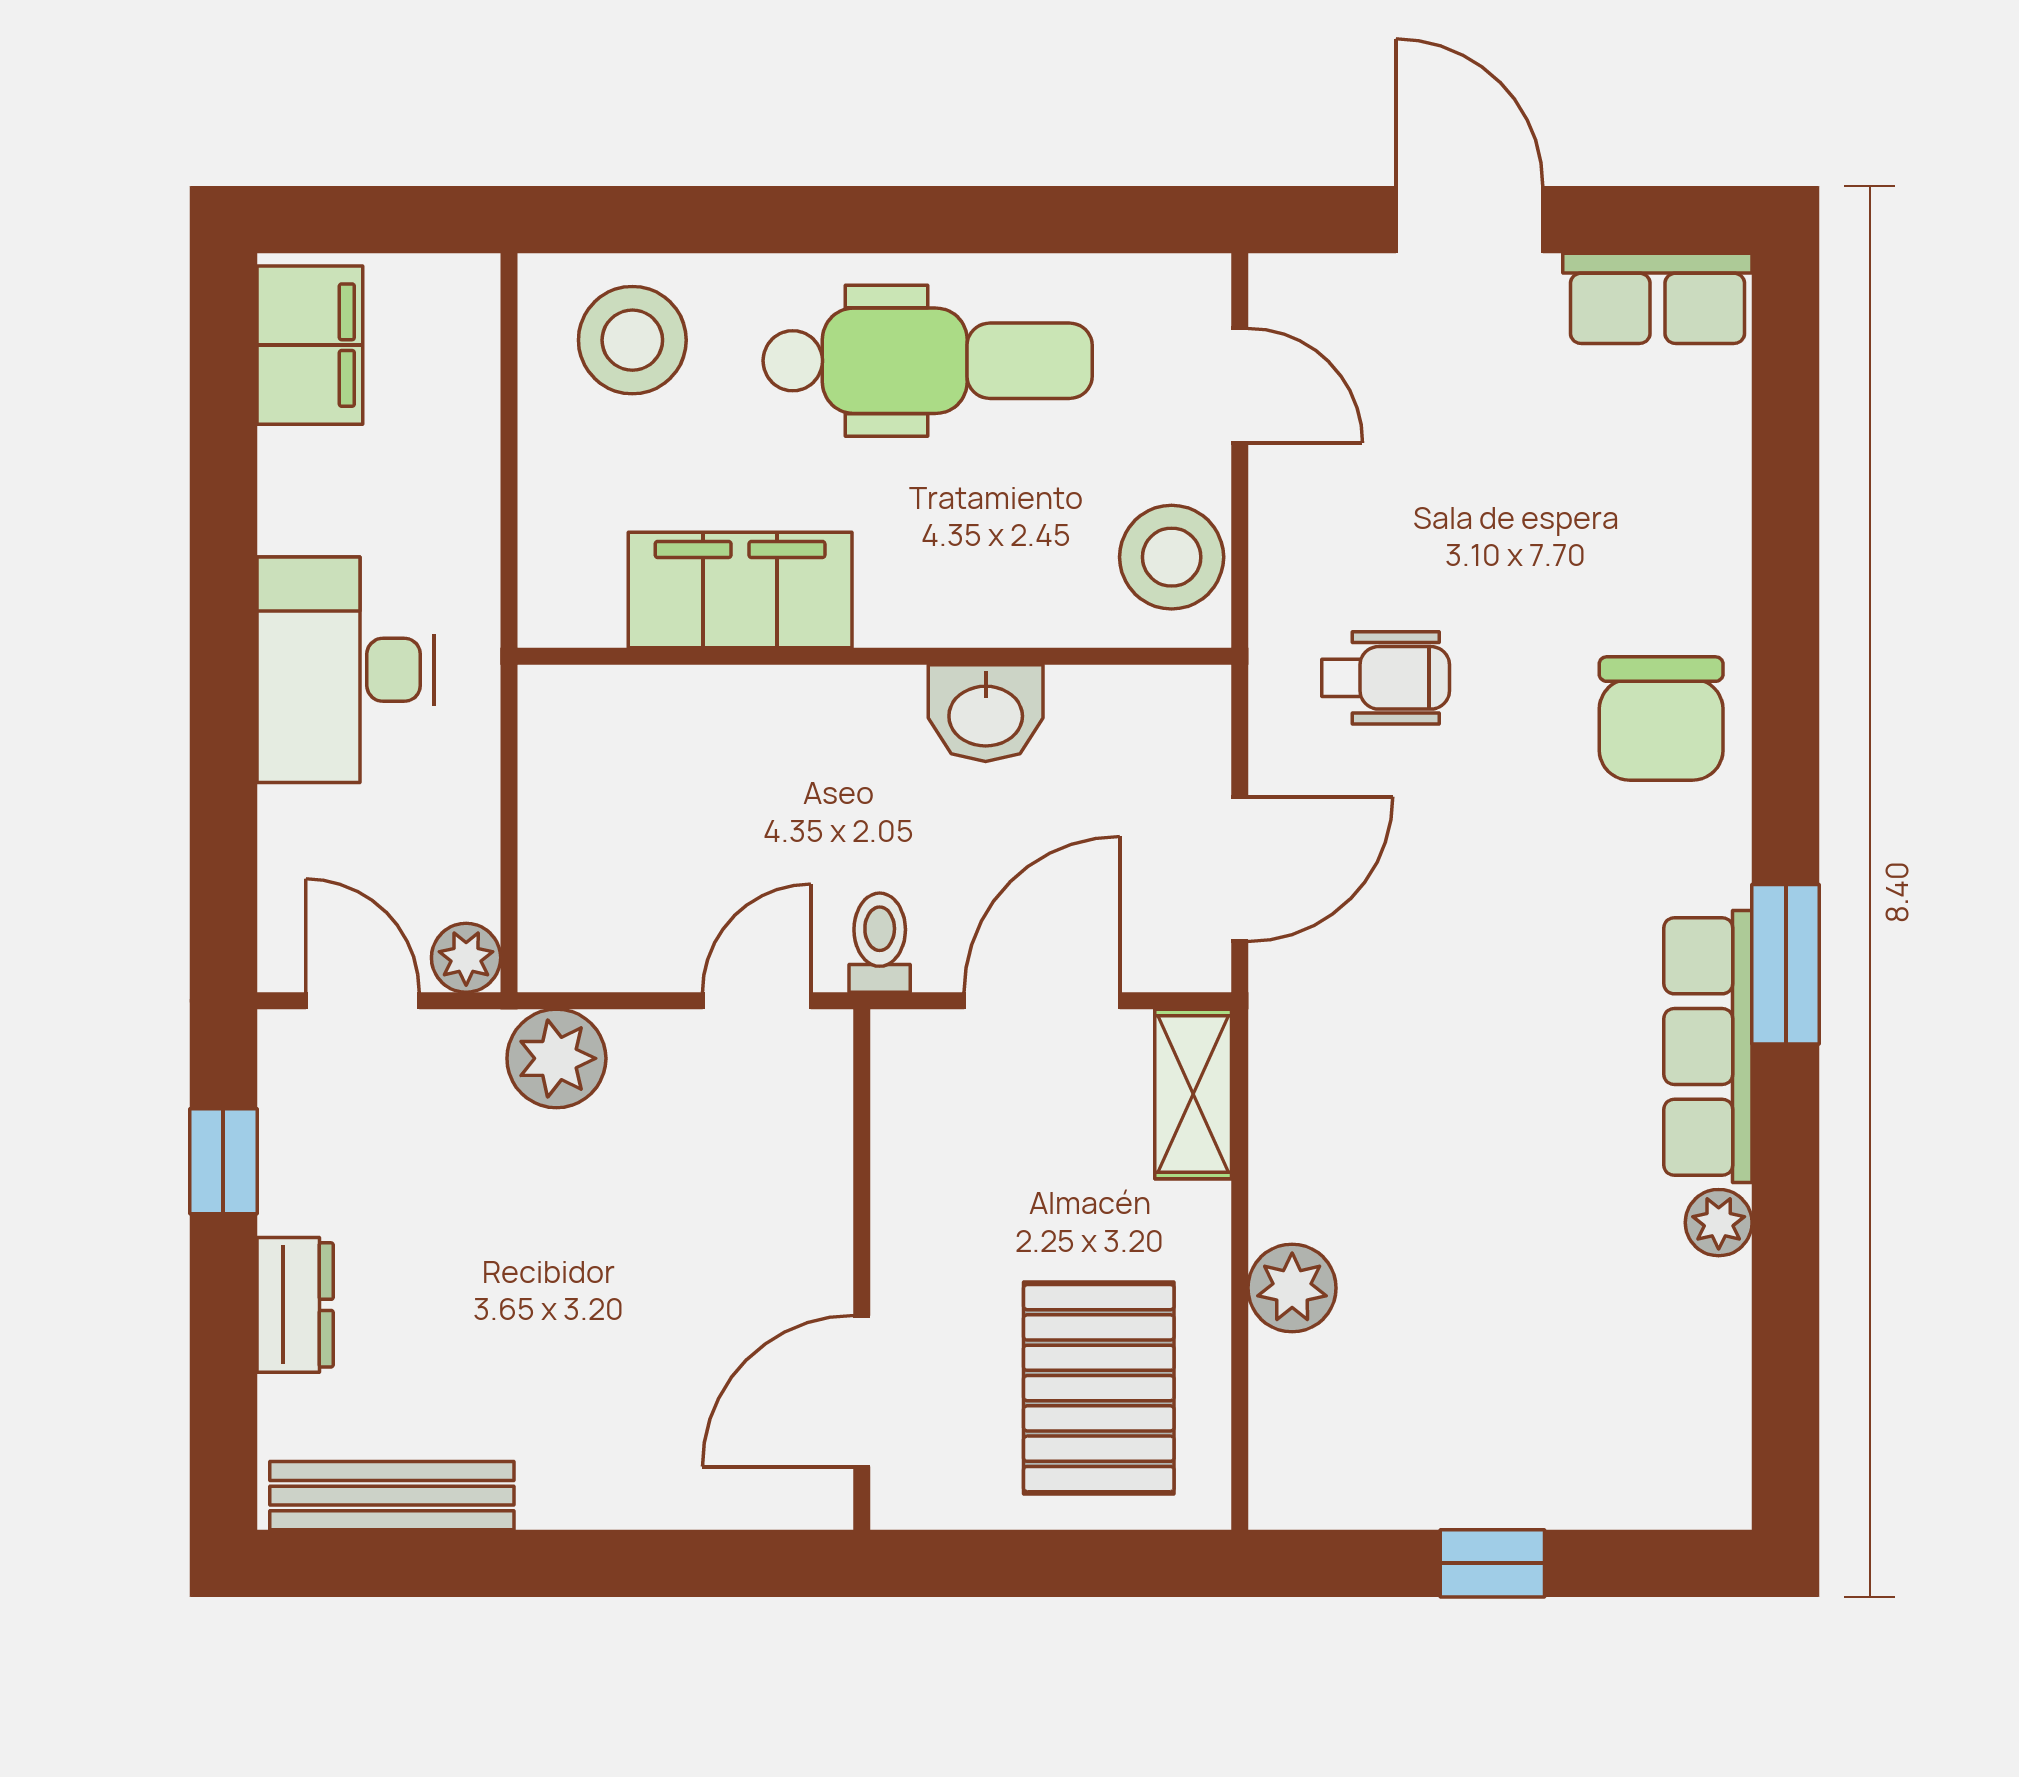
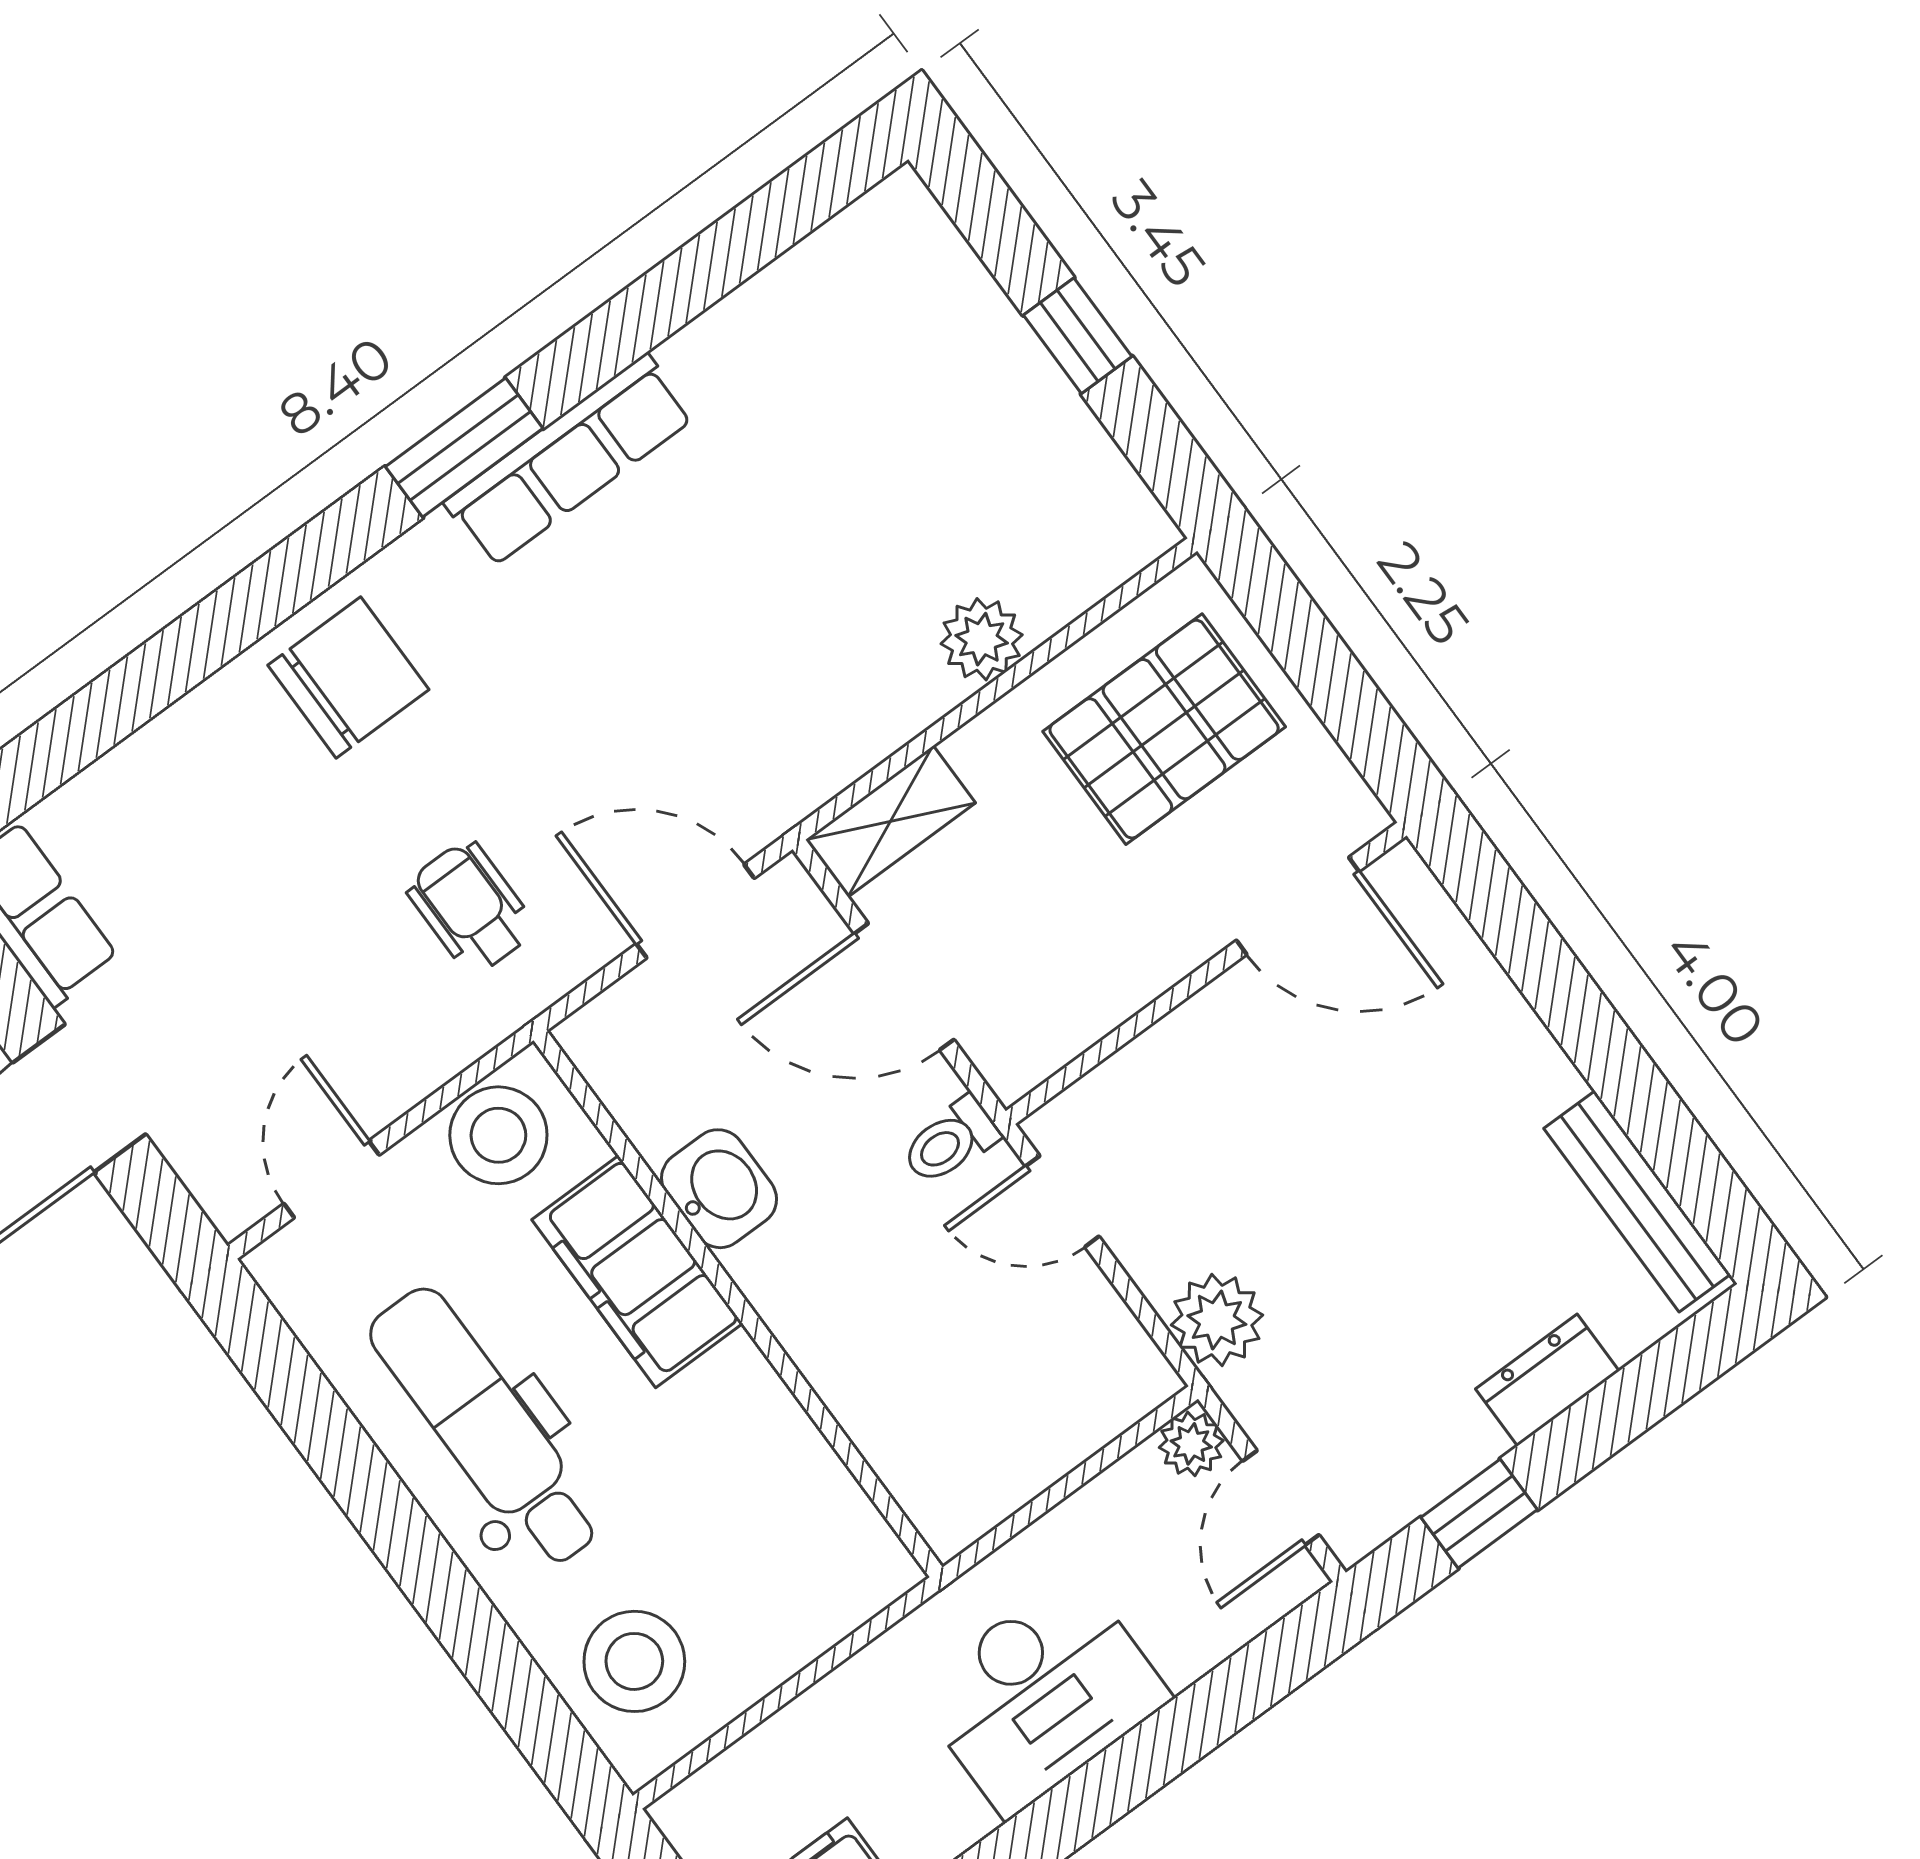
filing cabinet: (740, 590) -> (637, 1272), moved
plant: (1719, 1223) -> (696, 354), removed

